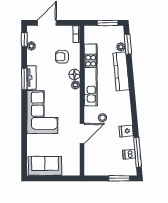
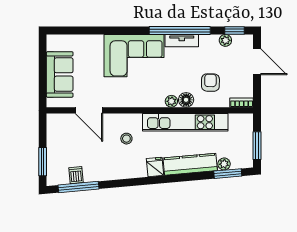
window: (24, 79) -> (180, 31), width x2.11
fridge: (126, 131) -> (155, 167), moved
door: (82, 134) -> (89, 110), moved
sofa: (45, 166) -> (60, 74), moved

